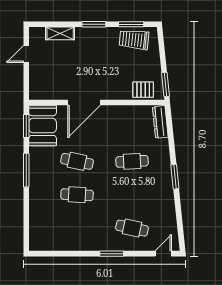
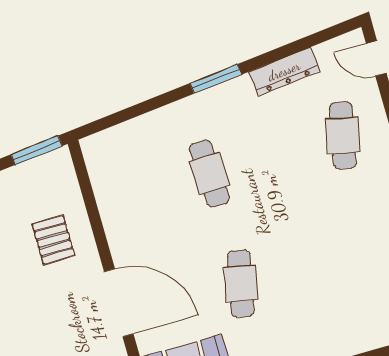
pallet: (143, 90) -> (53, 240), moved
dresser: (160, 122) -> (284, 71), moved
cafe table: (77, 195) -> (307, 265), removed

